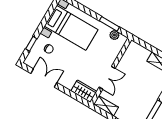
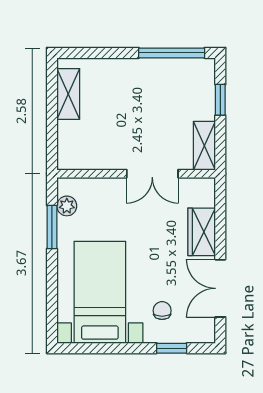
double door: (107, 78) -> (152, 174), swing flipped
wardrobe: (84, 91) -> (202, 232), moved

